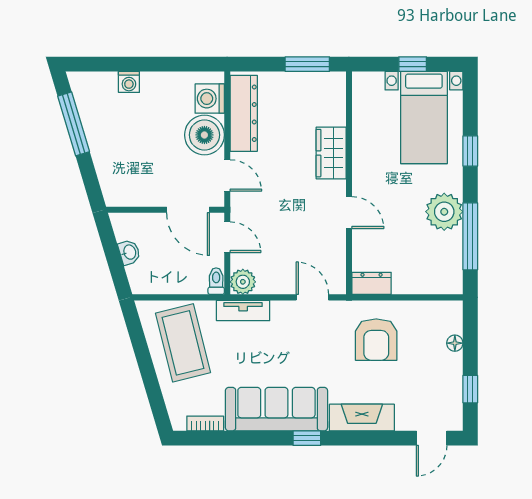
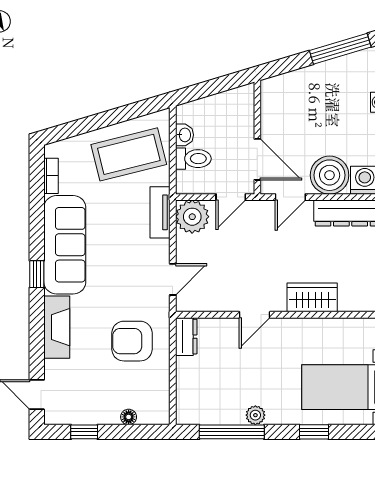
door: (188, 210) -> (257, 159), swing flipped
plant: (444, 212) -> (255, 415), width x0.53, depth x0.53
washbasin: (129, 252) -> (184, 135), moved, turned -73
toilet: (216, 281) -> (193, 159), moved, width x1.37, depth x1.39
plant: (243, 282) -> (192, 217), width x1.36, depth x1.36

